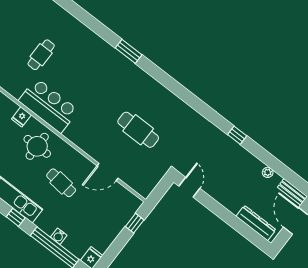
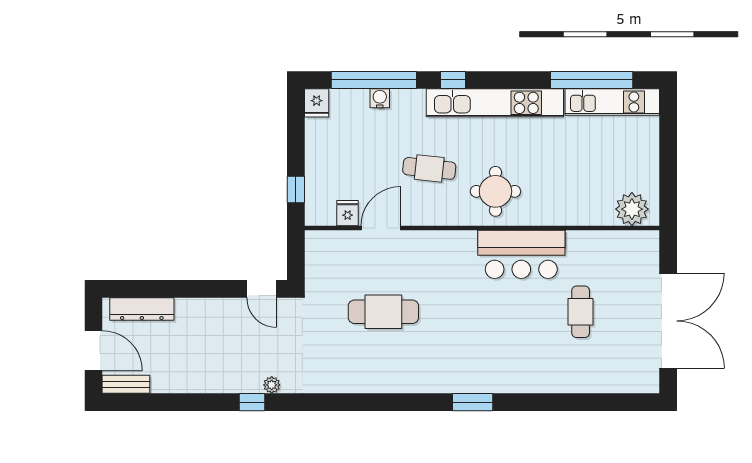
fridge: (21, 117) -> (348, 213), moved
plant: (268, 172) -> (272, 385), moved

